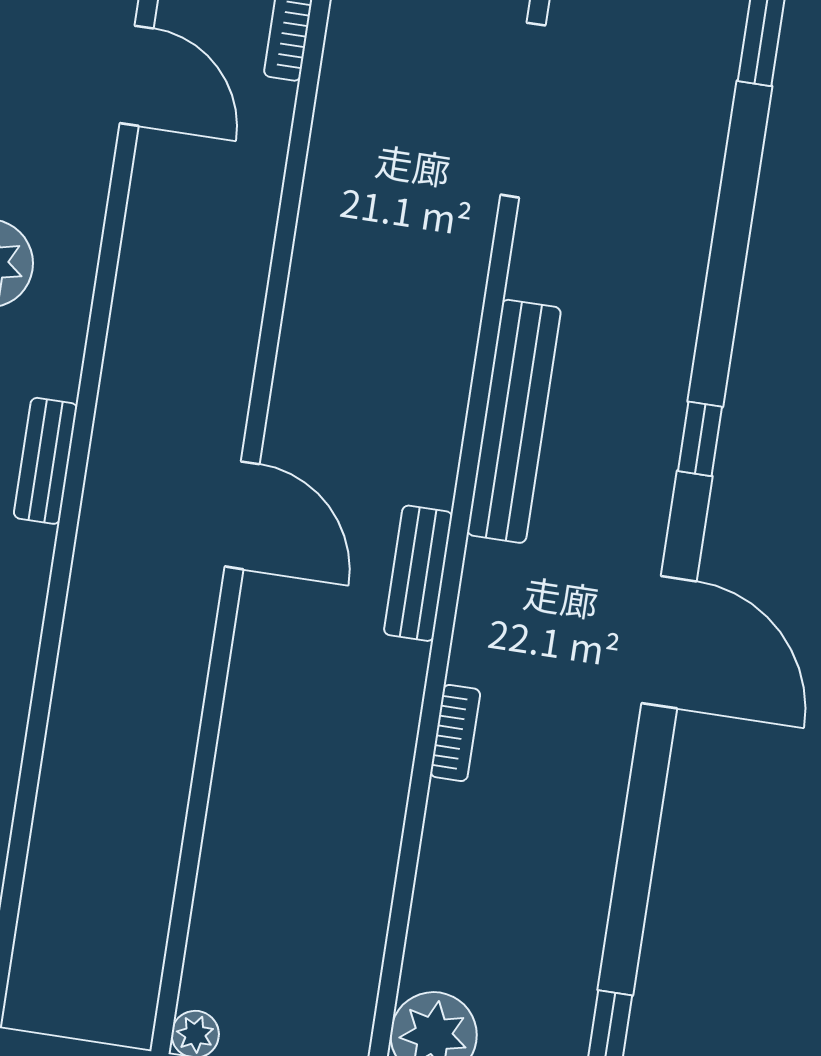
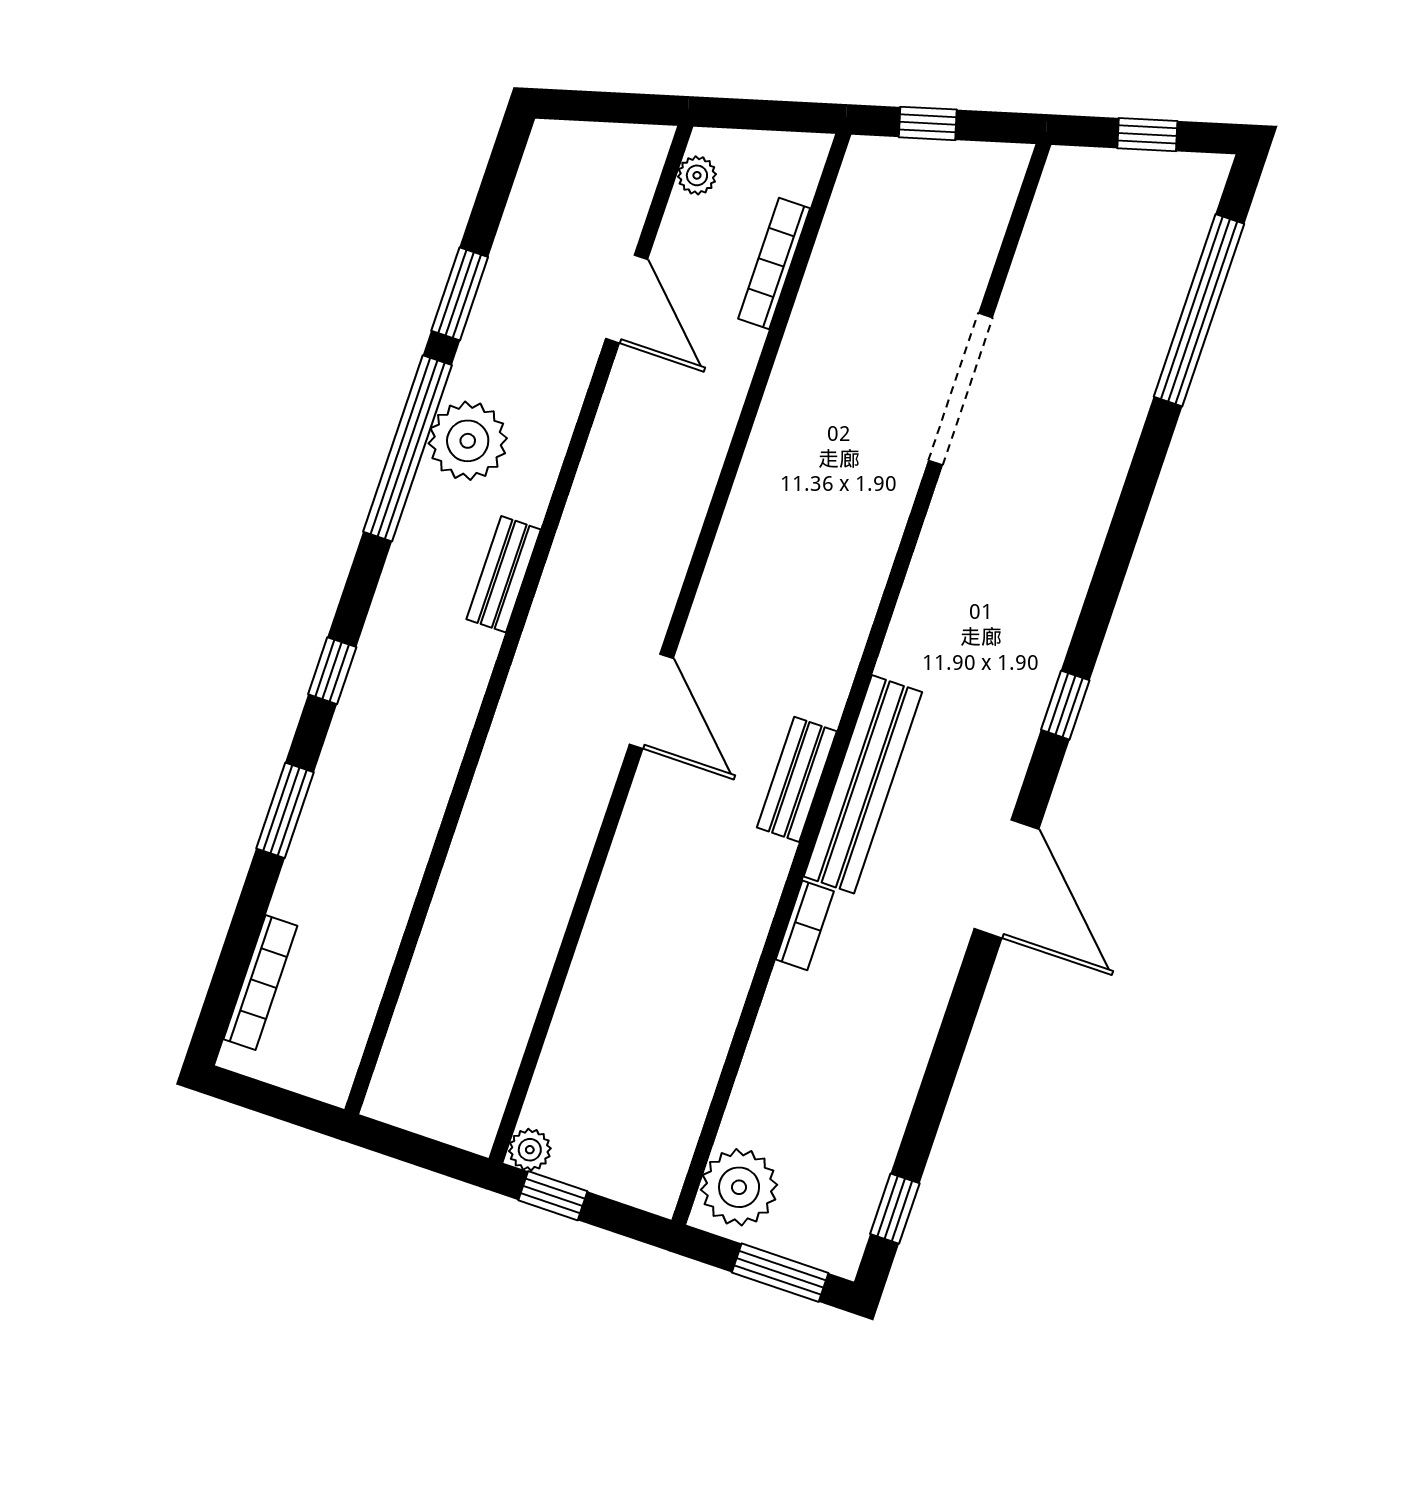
bench: (514, 421) -> (863, 784), moved
bench: (45, 461) -> (504, 574), moved

